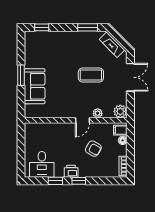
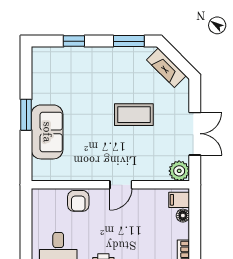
window: (42, 27) -> (74, 41), moved
double door: (130, 77) -> (195, 134), moved
plant: (98, 113) -> (144, 174), removed
armchair: (93, 149) -> (78, 201), moved, turned 60

